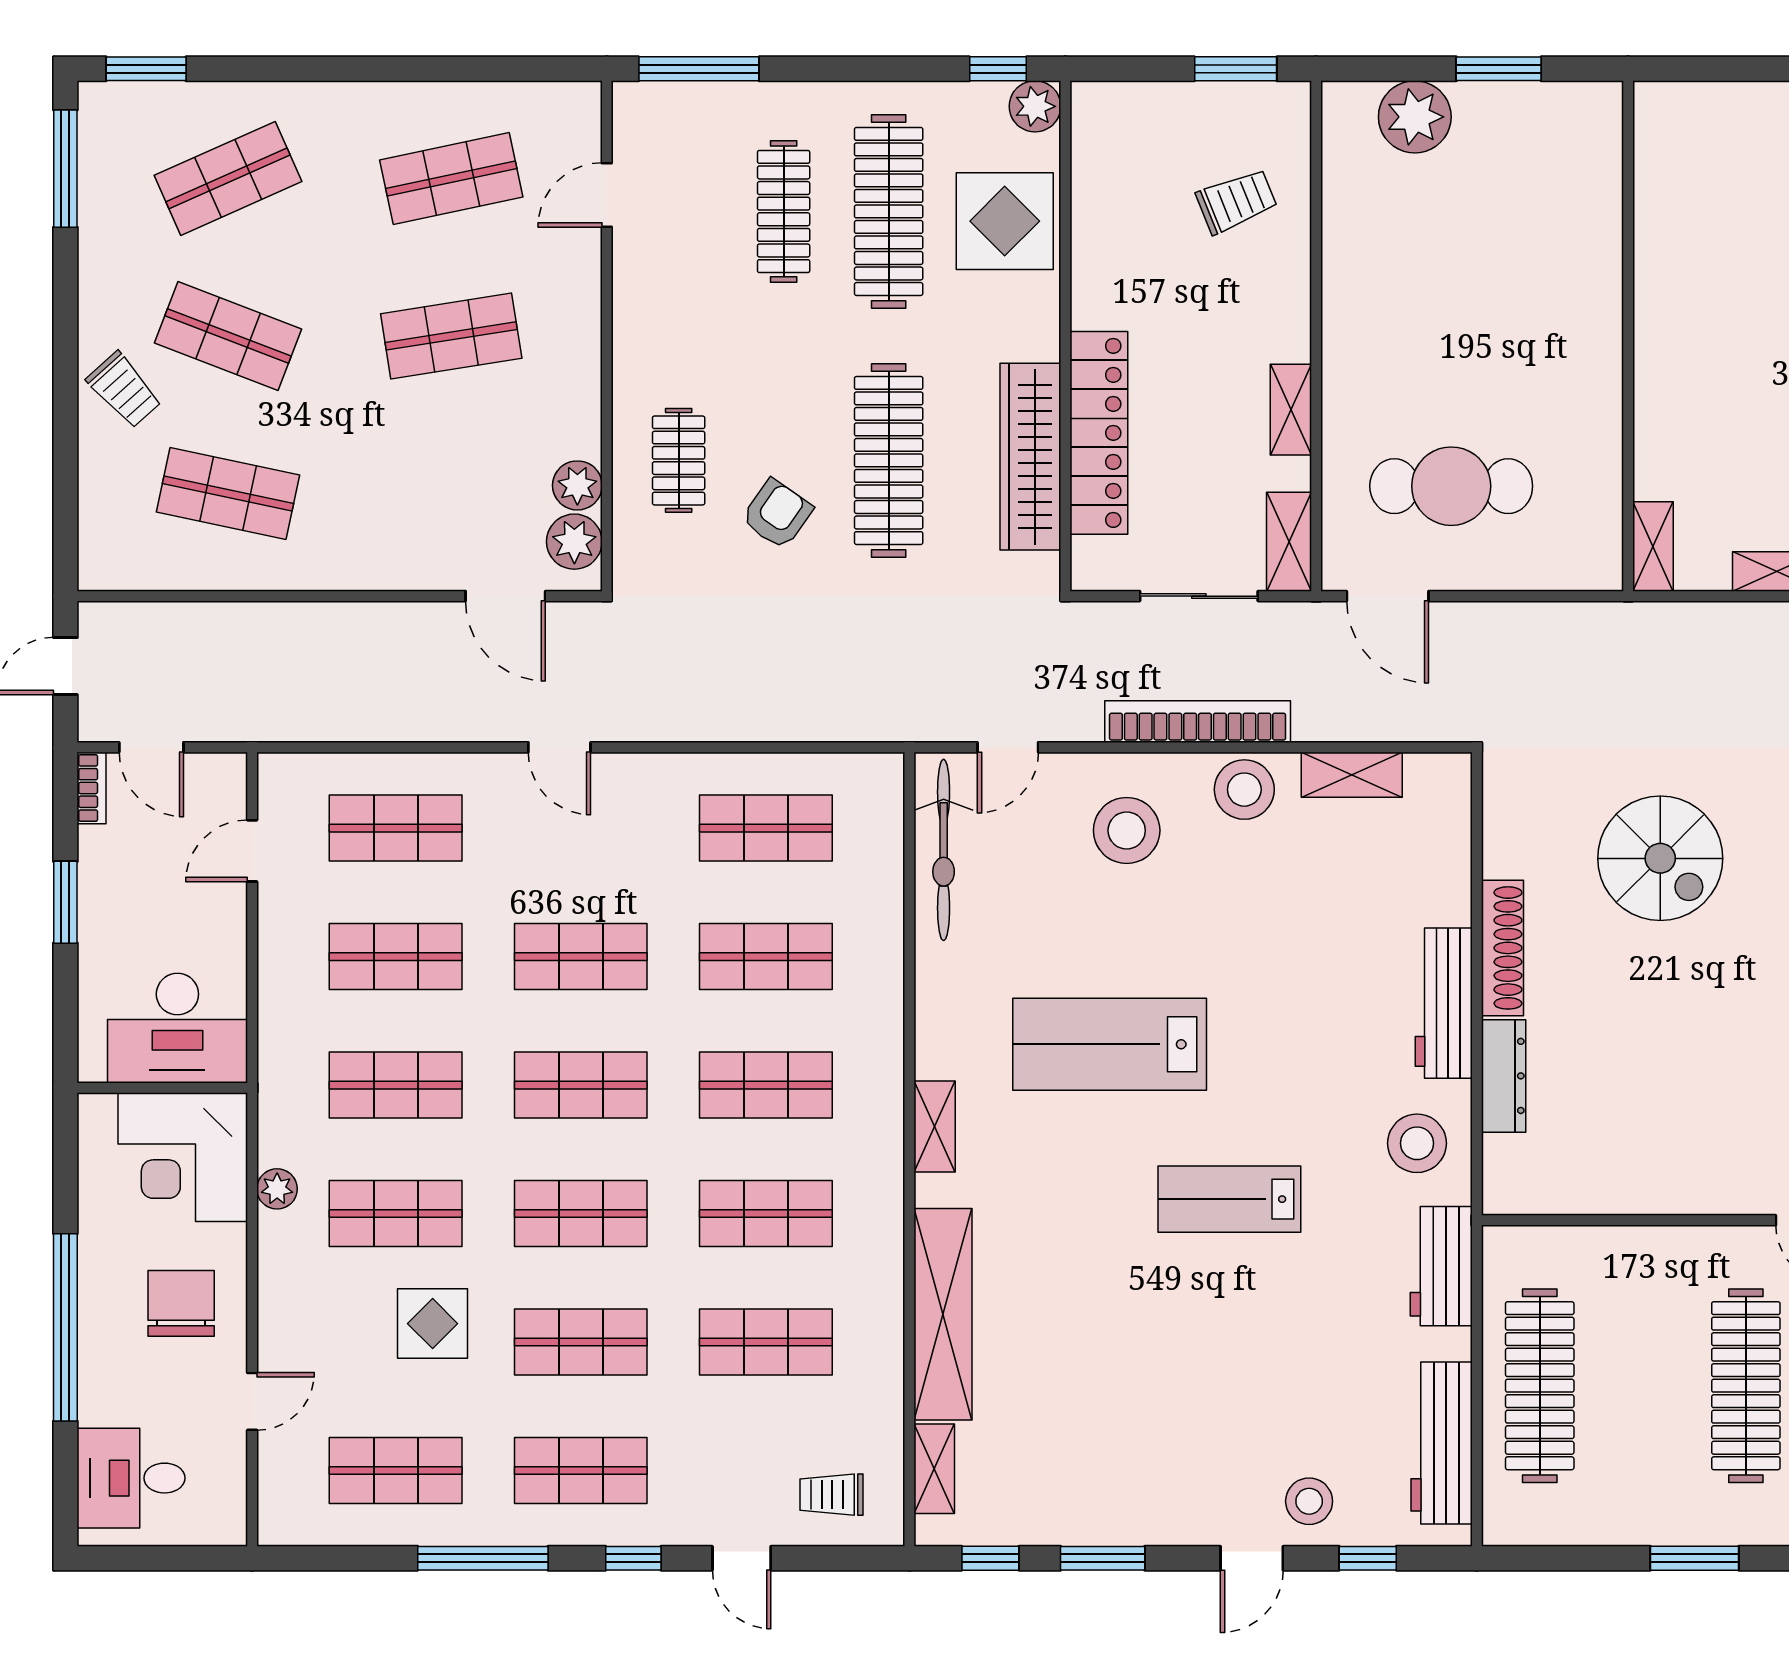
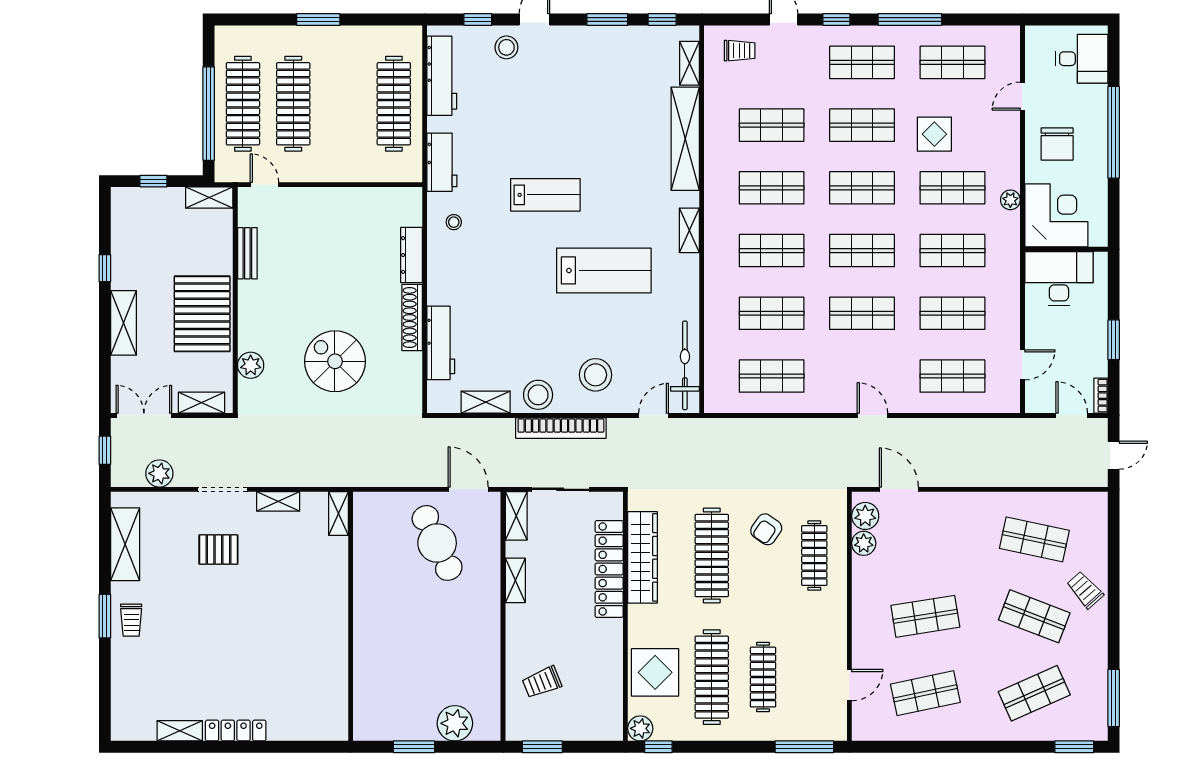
clothes rail: (679, 460) -> (814, 556), width x1.36
cafe table: (1451, 486) -> (437, 543), turned 65
workbench: (1444, 1003) -> (441, 343), moved
stool: (1417, 1143) -> (454, 222), width x0.53, depth x0.53

